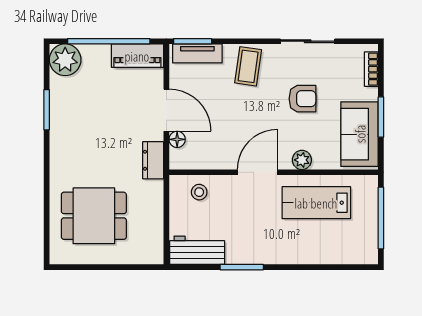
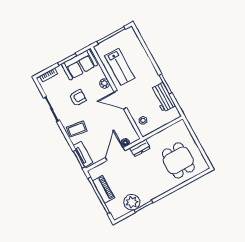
piano: (137, 56) -> (104, 189), moved
plant: (65, 60) -> (132, 202), moved
armchair: (302, 99) -> (78, 98), turned 90
workbench: (197, 250) -> (163, 97), moved

